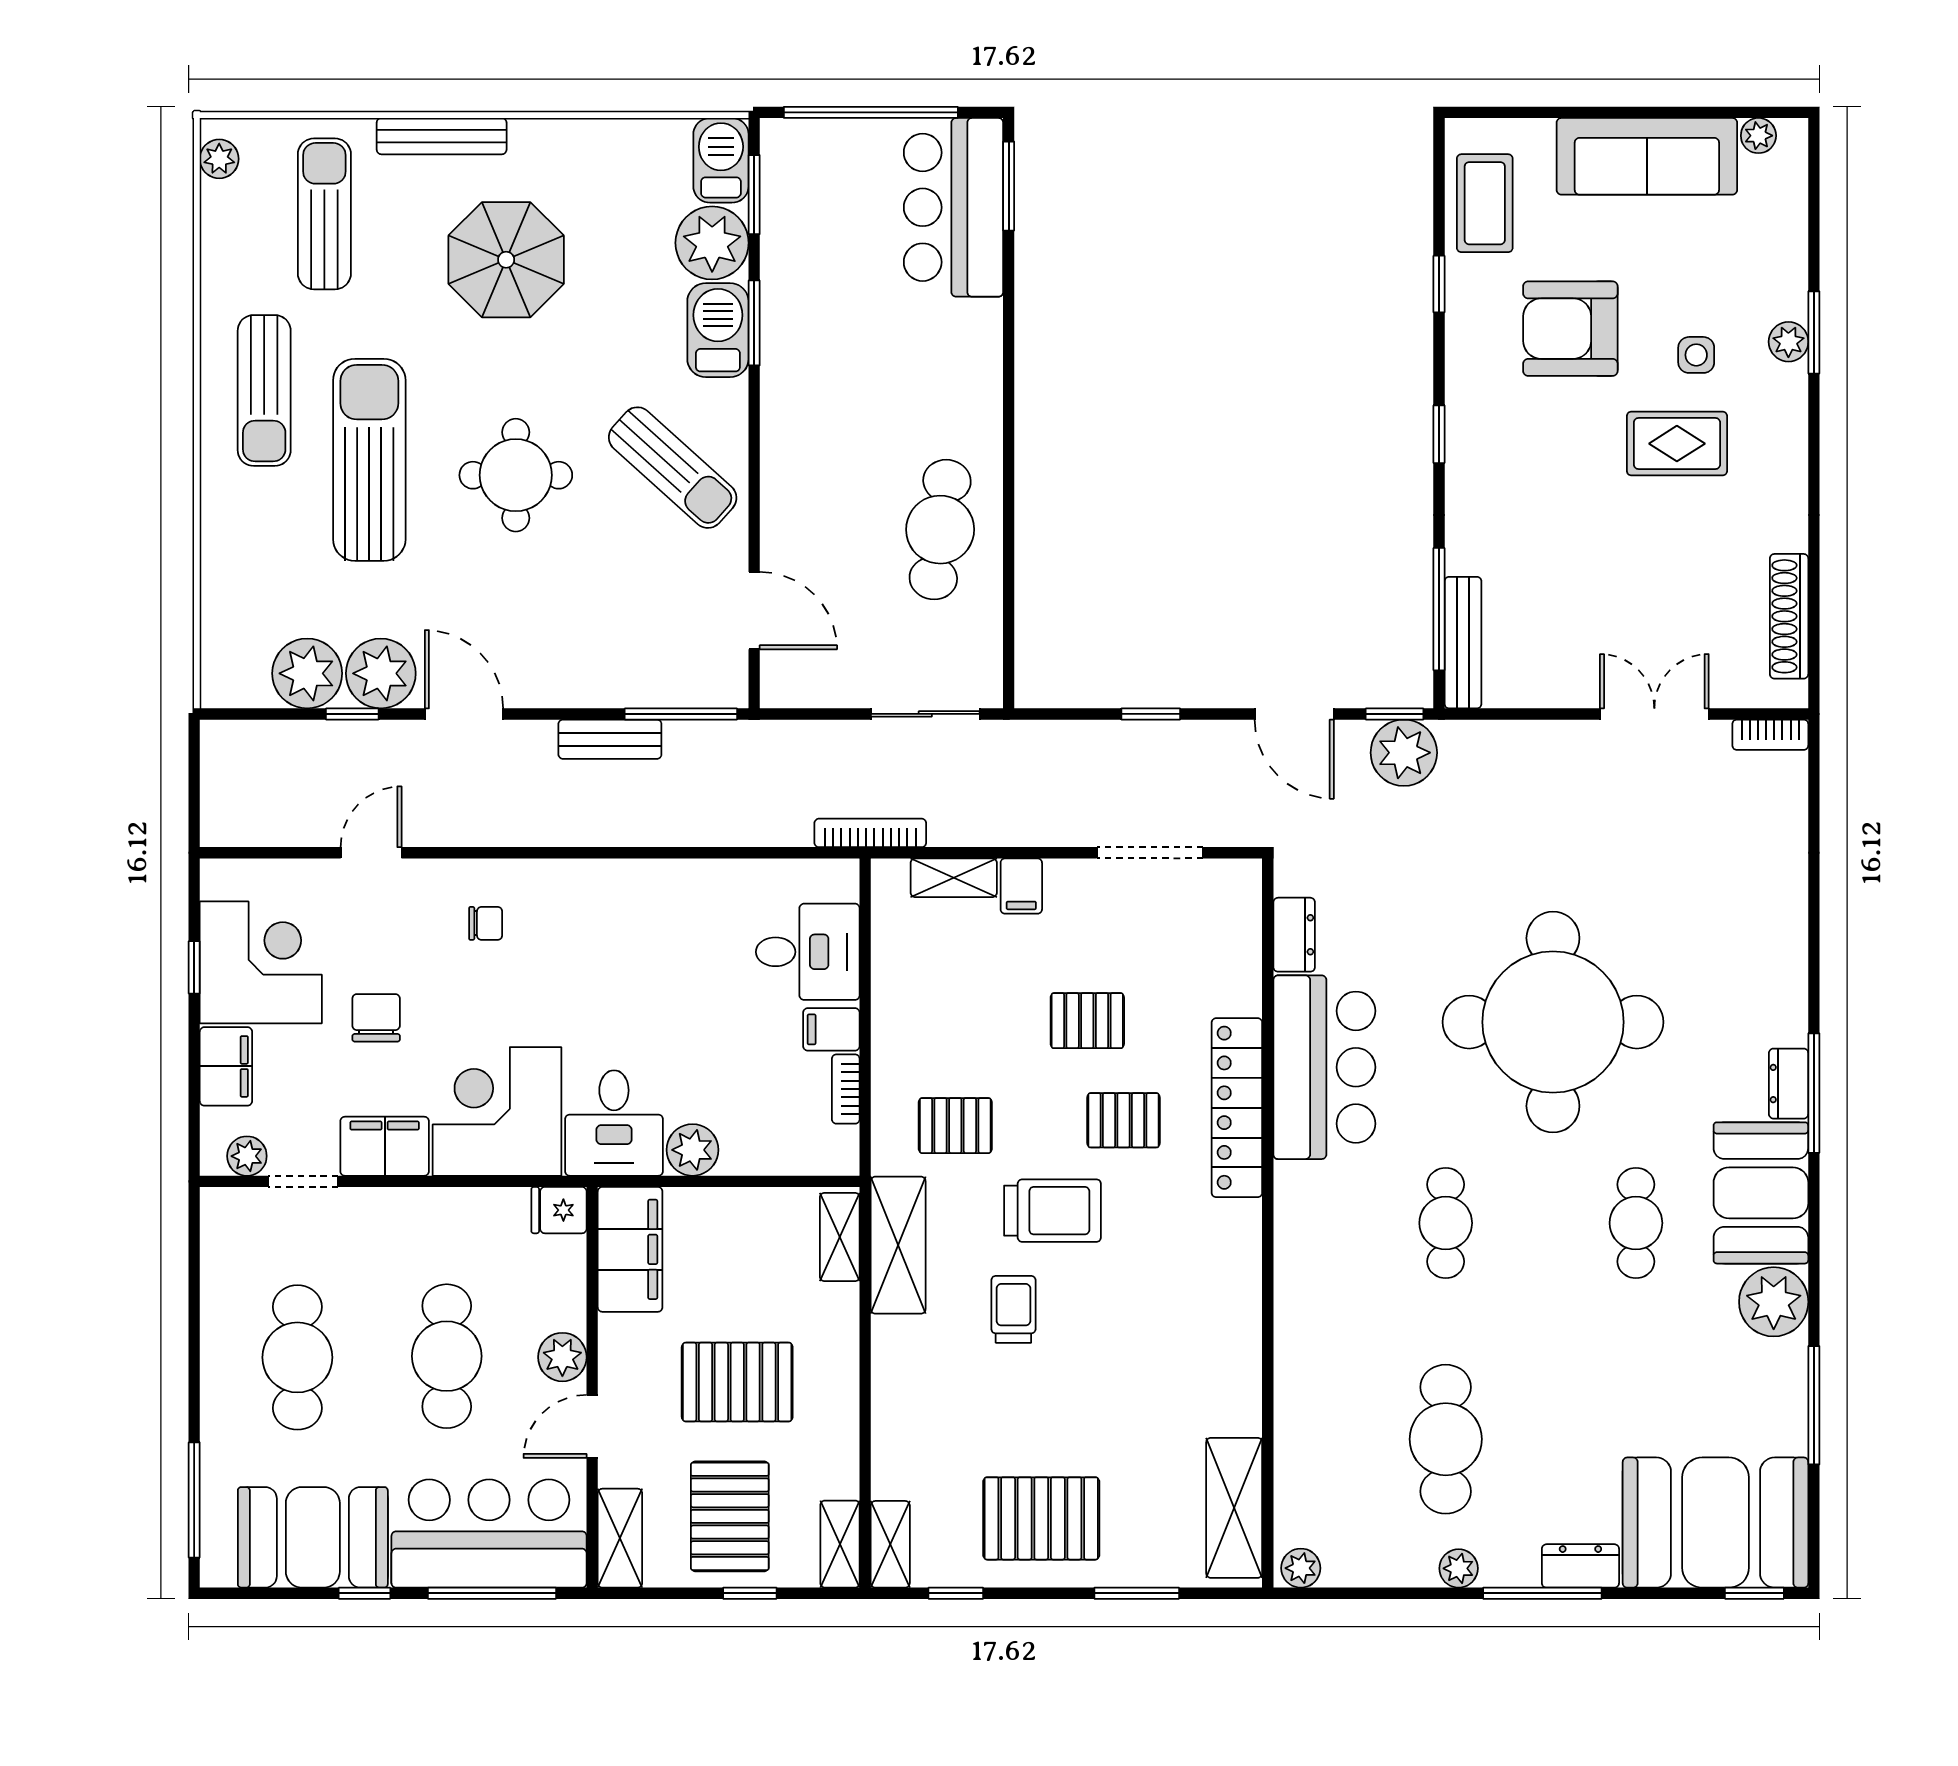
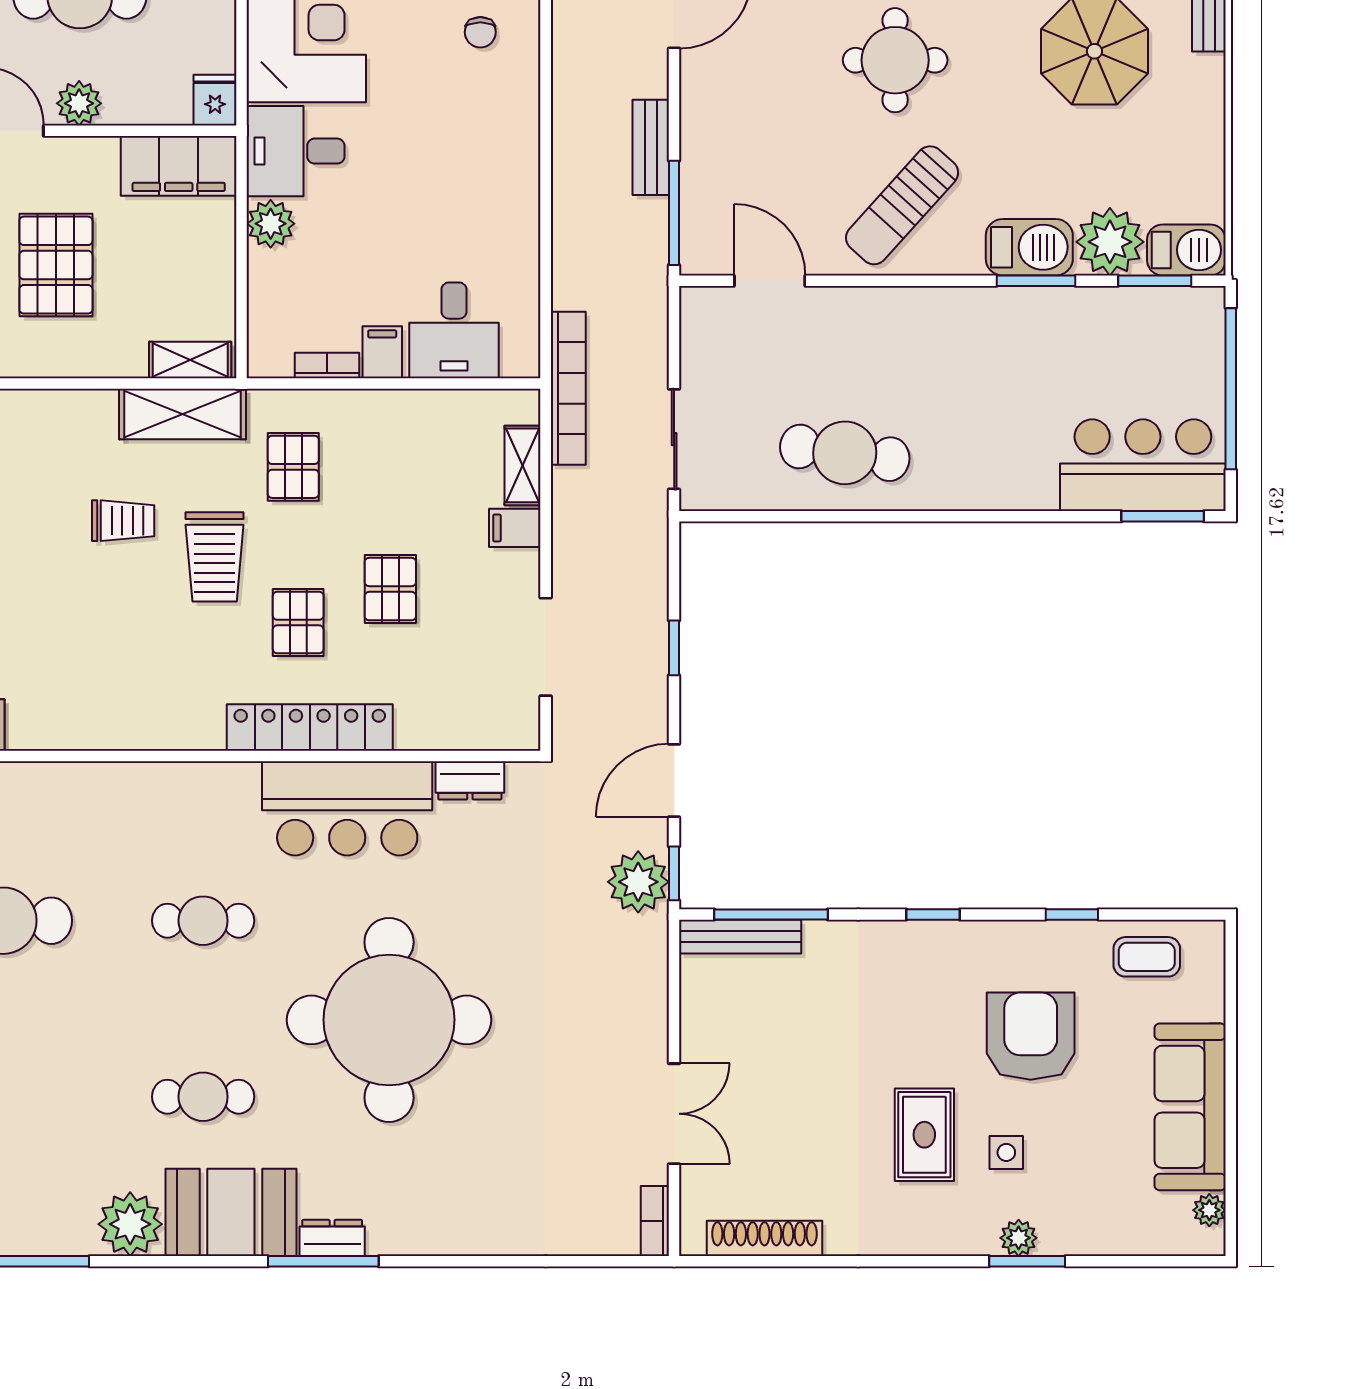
coffee table: (1485, 203) -> (1147, 957), width x0.73, depth x0.77
door: (754, 611) -> (770, 281), swing flipped
bookcase: (870, 833) -> (568, 388), width x1.48, depth x1.31

